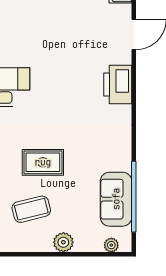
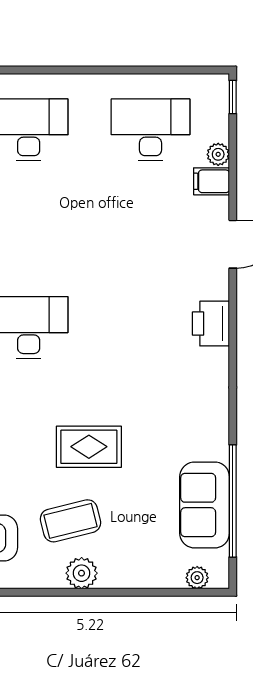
printer: (118, 84) -> (211, 324), width x0.73, depth x0.84
plant: (63, 242) -> (82, 573), moved

